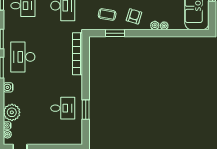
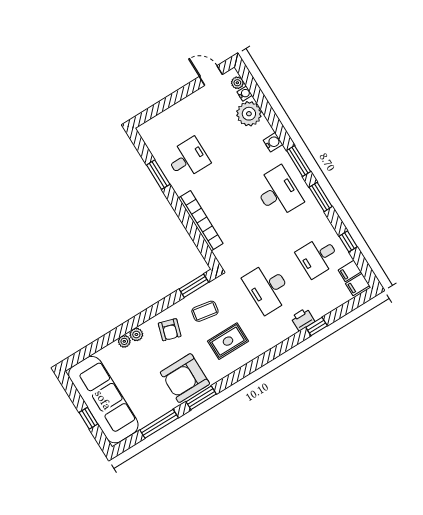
window: (115, 33) -> (194, 286), moved
bookcase: (77, 54) -> (201, 221), moved
desk: (63, 108) -> (188, 159), turned 180

